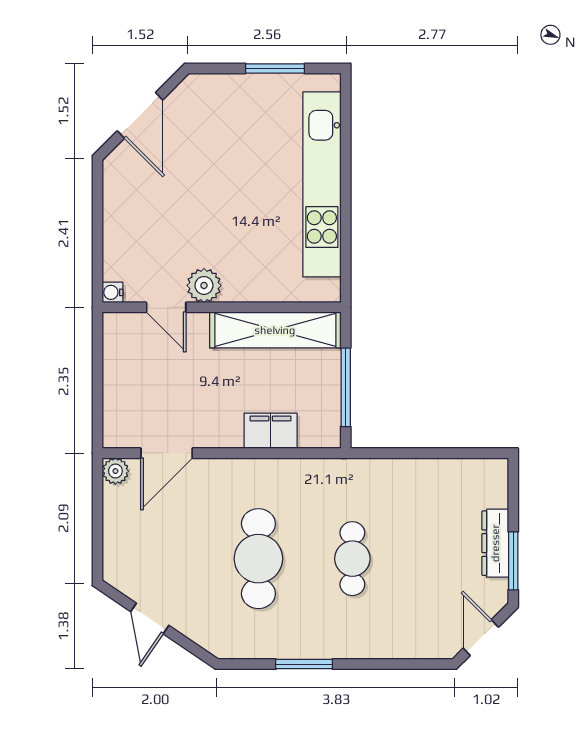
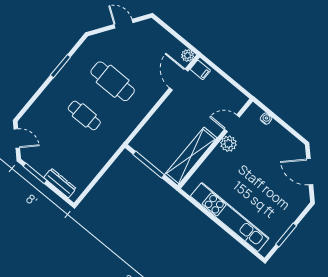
water cooler: (113, 292) -> (266, 119), moved
filing cabinet: (271, 431) -> (200, 70), moved, width x0.50
dresser: (495, 543) -> (60, 183), moved

